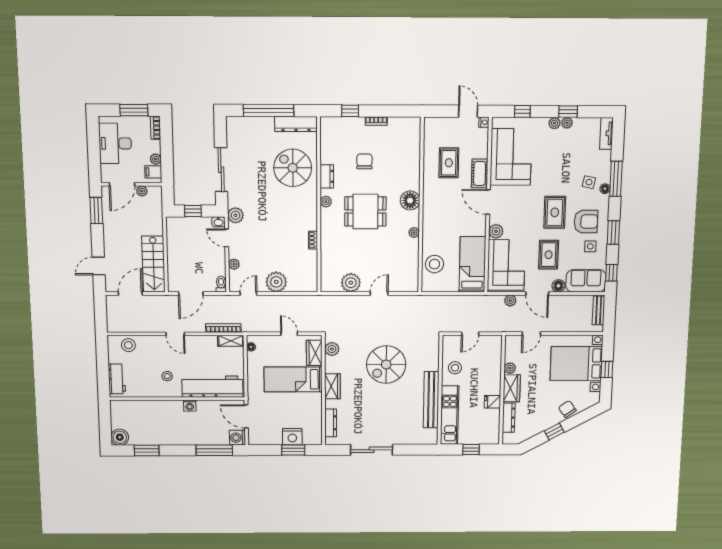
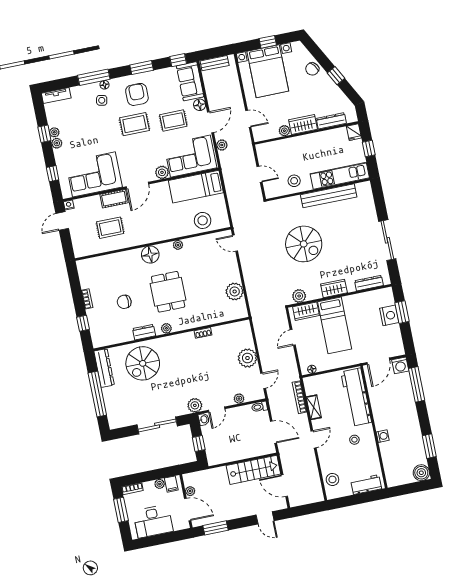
side table: (590, 246) -> (158, 85), removed
door: (248, 293) -> (263, 381), swing flipped
door: (379, 293) -> (235, 243), moved
shelving: (231, 341) -> (314, 407), moved
fridge: (493, 402) -> (354, 132), moved
washing machine: (190, 406) -> (383, 436), moved

